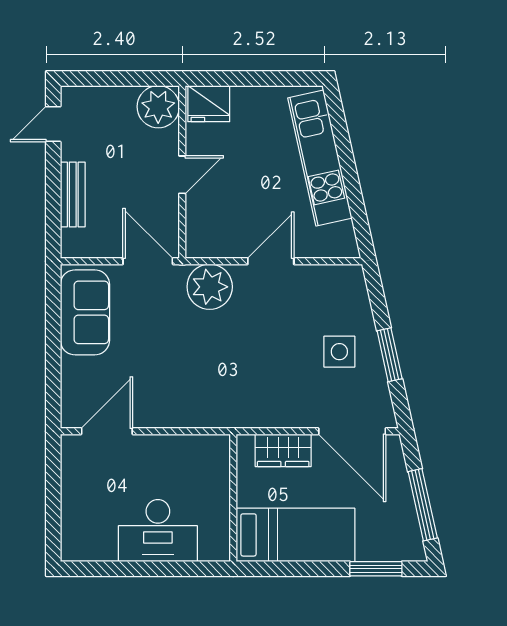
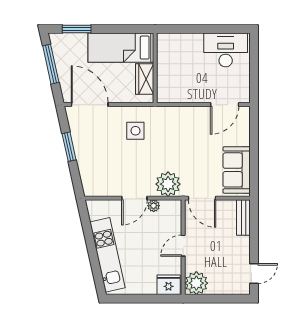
bench: (73, 194) -> (243, 217), moved
plant: (236, 247) -> (154, 206), added
side table: (339, 352) -> (135, 131), moved
wardrobe: (283, 450) -> (145, 79), moved, turned -90
desk: (158, 531) -> (226, 50), moved

